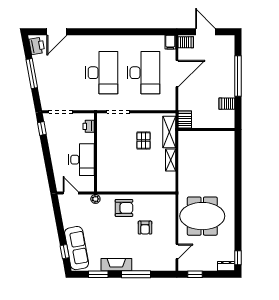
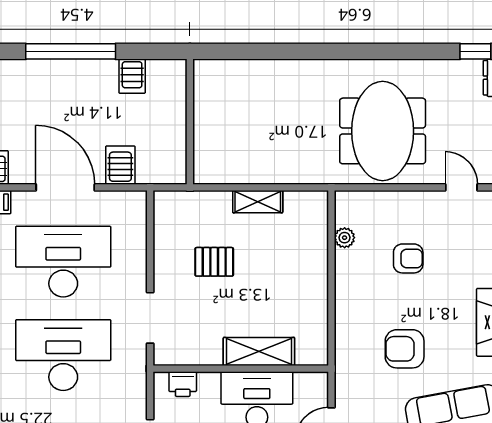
server rack: (185, 120) -> (120, 165), moved, turned 90
shelving: (169, 132) -> (259, 351), moved
plant: (95, 199) -> (345, 238), moved
armchair: (124, 208) -> (405, 349), moved, turned -90

